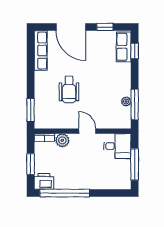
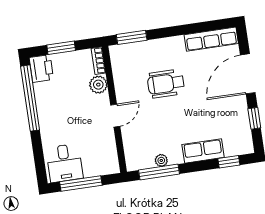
row of seats: (124, 47) -> (203, 151), moved
desk: (117, 146) -> (65, 163), moved

